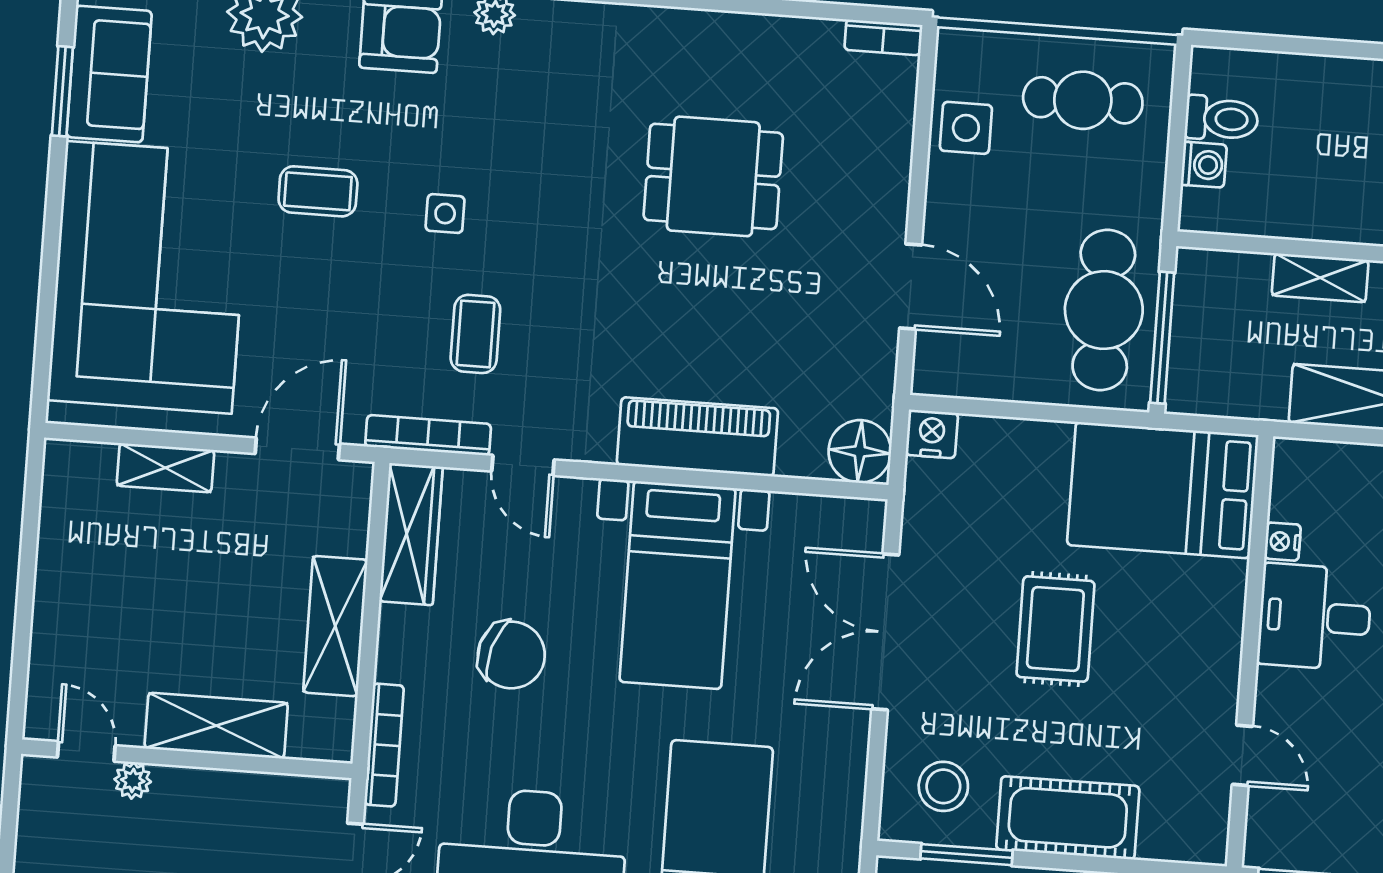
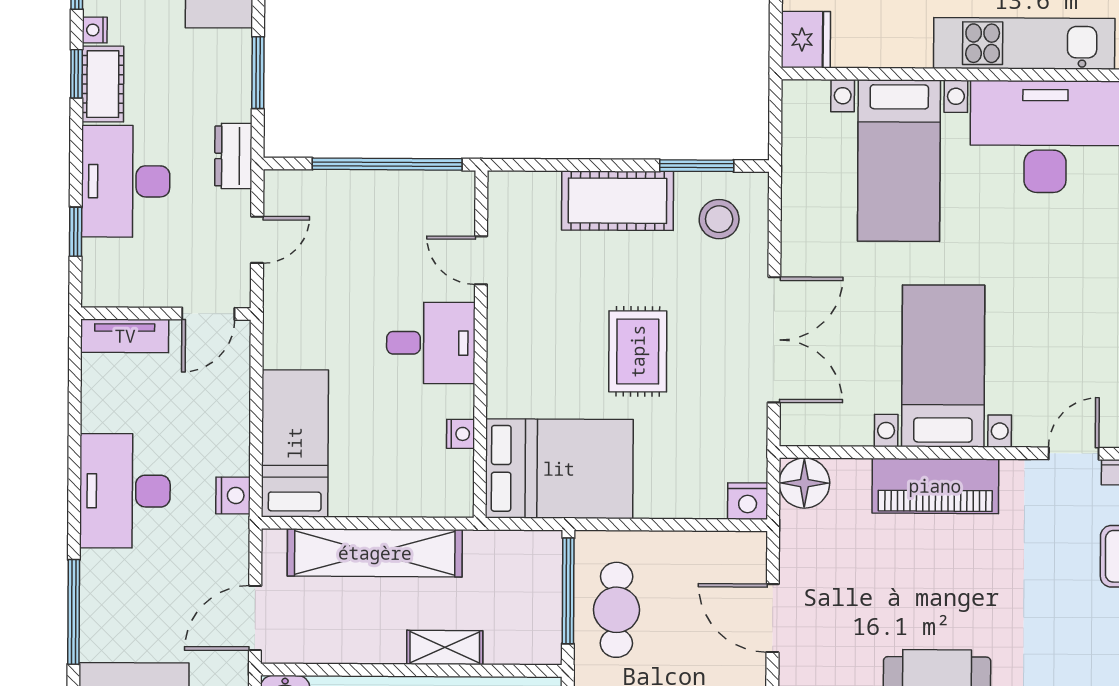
cafe table: (1104, 310) -> (616, 610), width x0.73, depth x0.74
door: (523, 465) -> (1074, 453), hinge flipped
desk: (1315, 617) -> (431, 343), moved
chair: (511, 655) -> (1073, 301), removed

